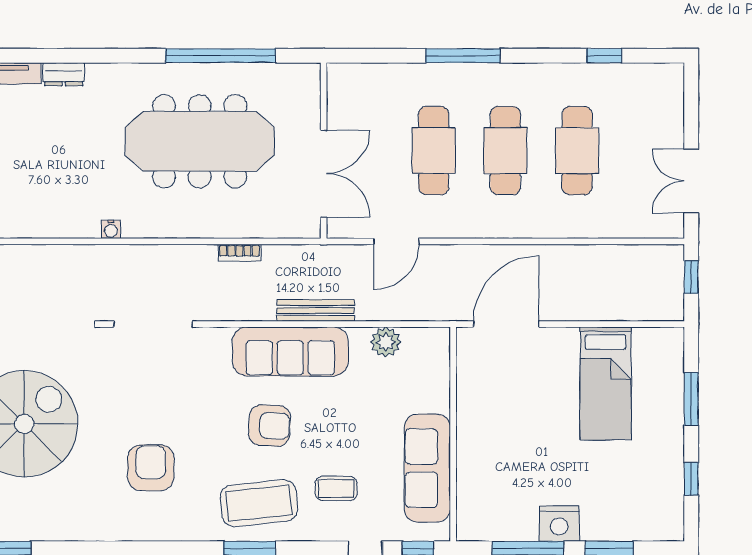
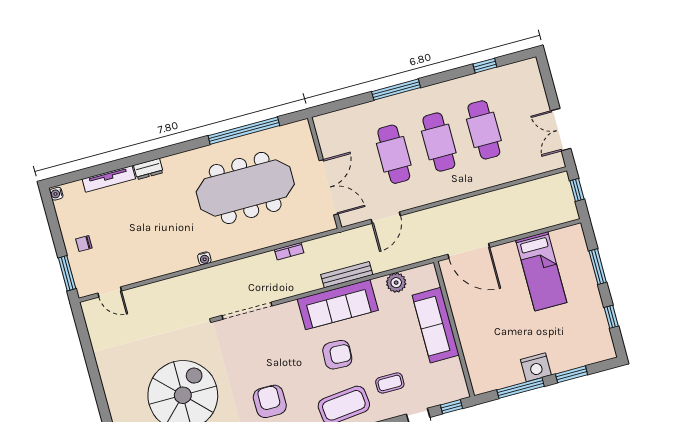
door: (506, 324) -> (469, 251), swing flipped
sofa: (427, 468) -> (436, 325), moved

